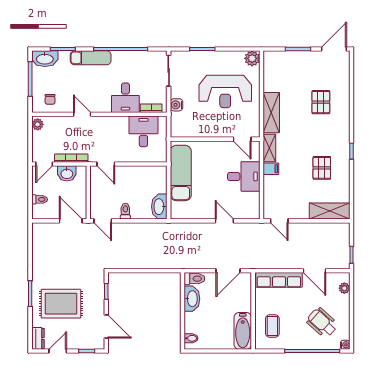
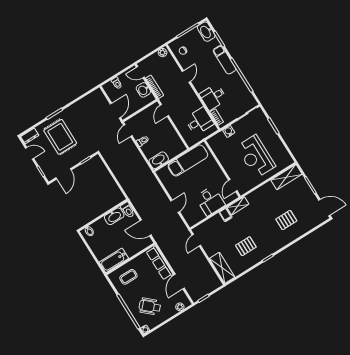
plant: (252, 58) -> (287, 160), removed
shelving: (271, 113) -> (286, 177), moved
wheelchair: (322, 323) -> (150, 306), turned -90

